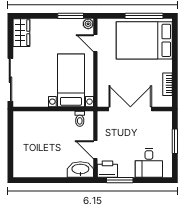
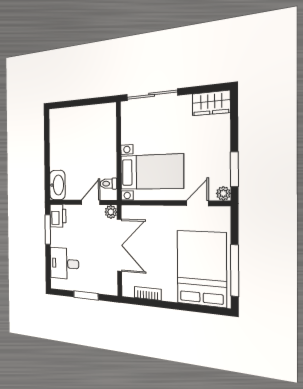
plant: (103, 117) -> (111, 212), added
door: (95, 150) -> (91, 202), moved

